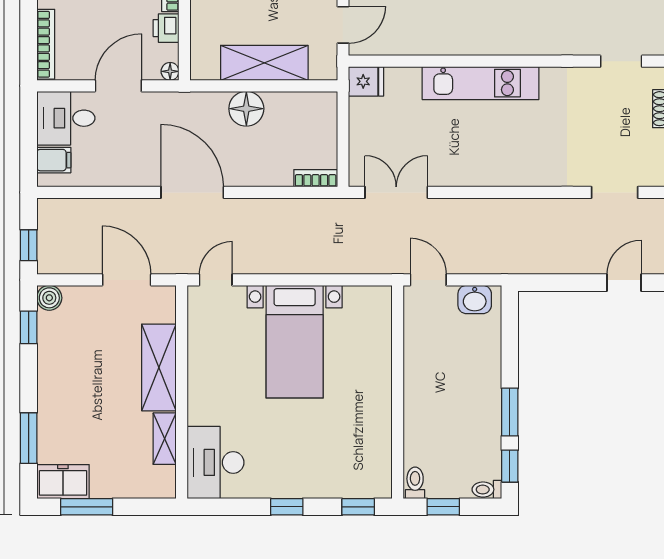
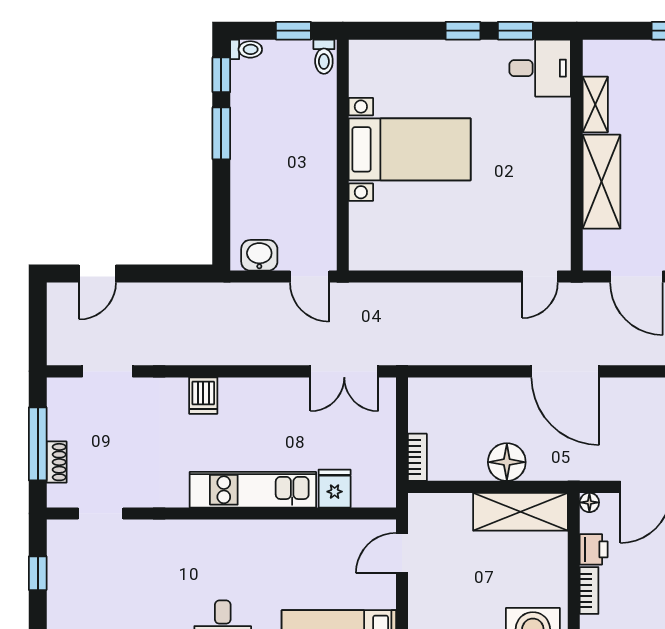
shelving: (264, 63) -> (520, 512), moved
fridge: (366, 81) -> (335, 489), moved, turned 90
dishwasher: (526, 170) -> (203, 396), added
bookcase: (316, 178) -> (417, 457), moved, turned -90
bed with nightstands: (295, 342) -> (410, 149), moved, turned 90
desk: (216, 462) -> (540, 68), width x0.73
window: (358, 507) -> (515, 31), moved

